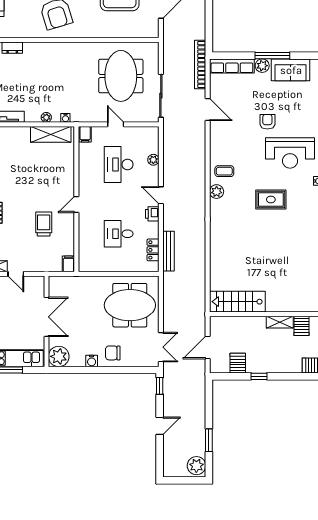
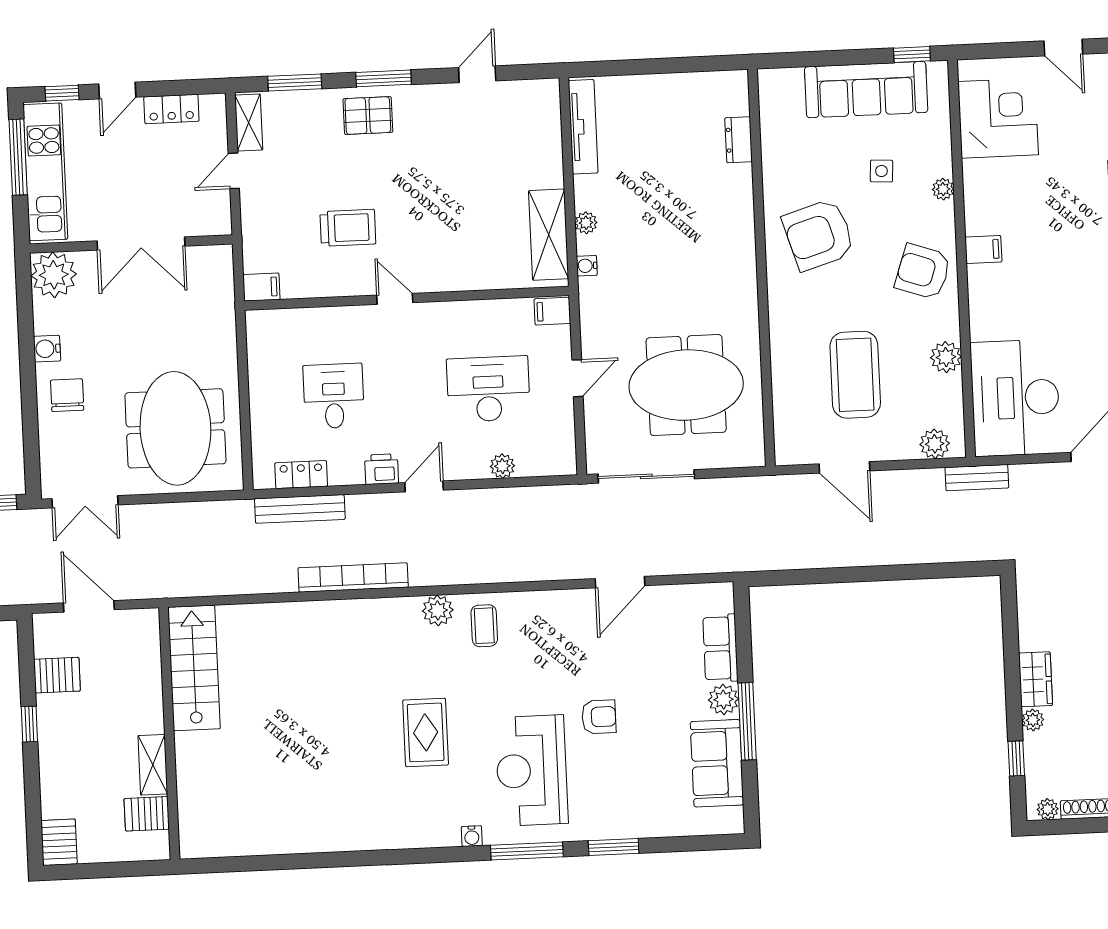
bookcase: (200, 64) -> (353, 578), moved
row of seats: (232, 66) -> (720, 648), width x0.68

